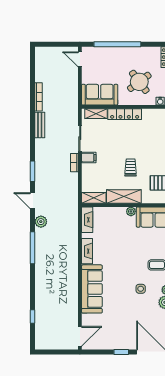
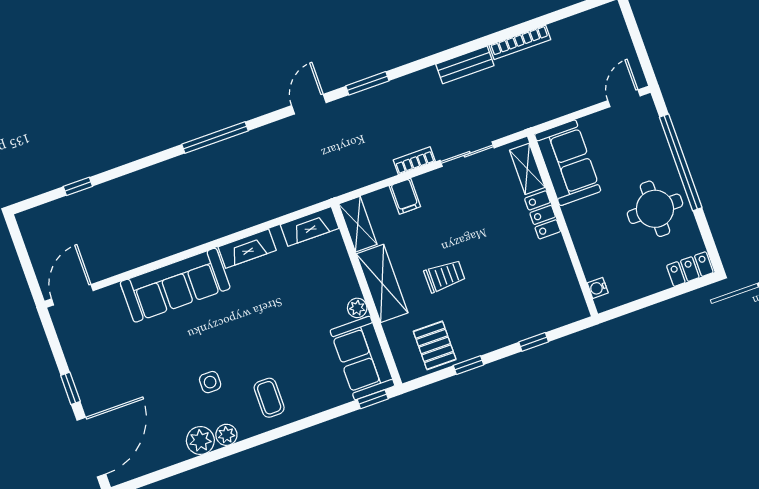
round table: (139, 82) -> (655, 209), moved, turned 37
locker: (125, 114) -> (543, 215), width x0.66
filing cabinet: (89, 158) -> (405, 196), moved
plant: (41, 222) -> (273, 136), removed
door: (80, 336) -> (72, 295), swing flipped

